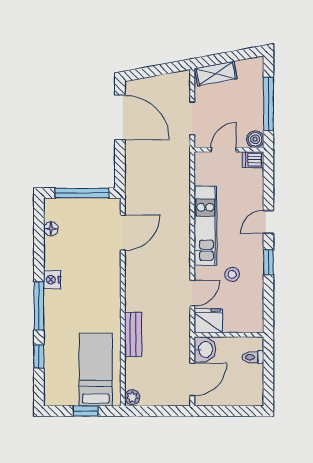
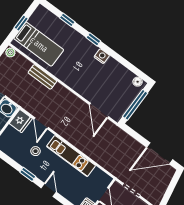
floor lamp: (51, 229) -> (138, 82), moved
window: (39, 306) -> (93, 39), width x0.46

